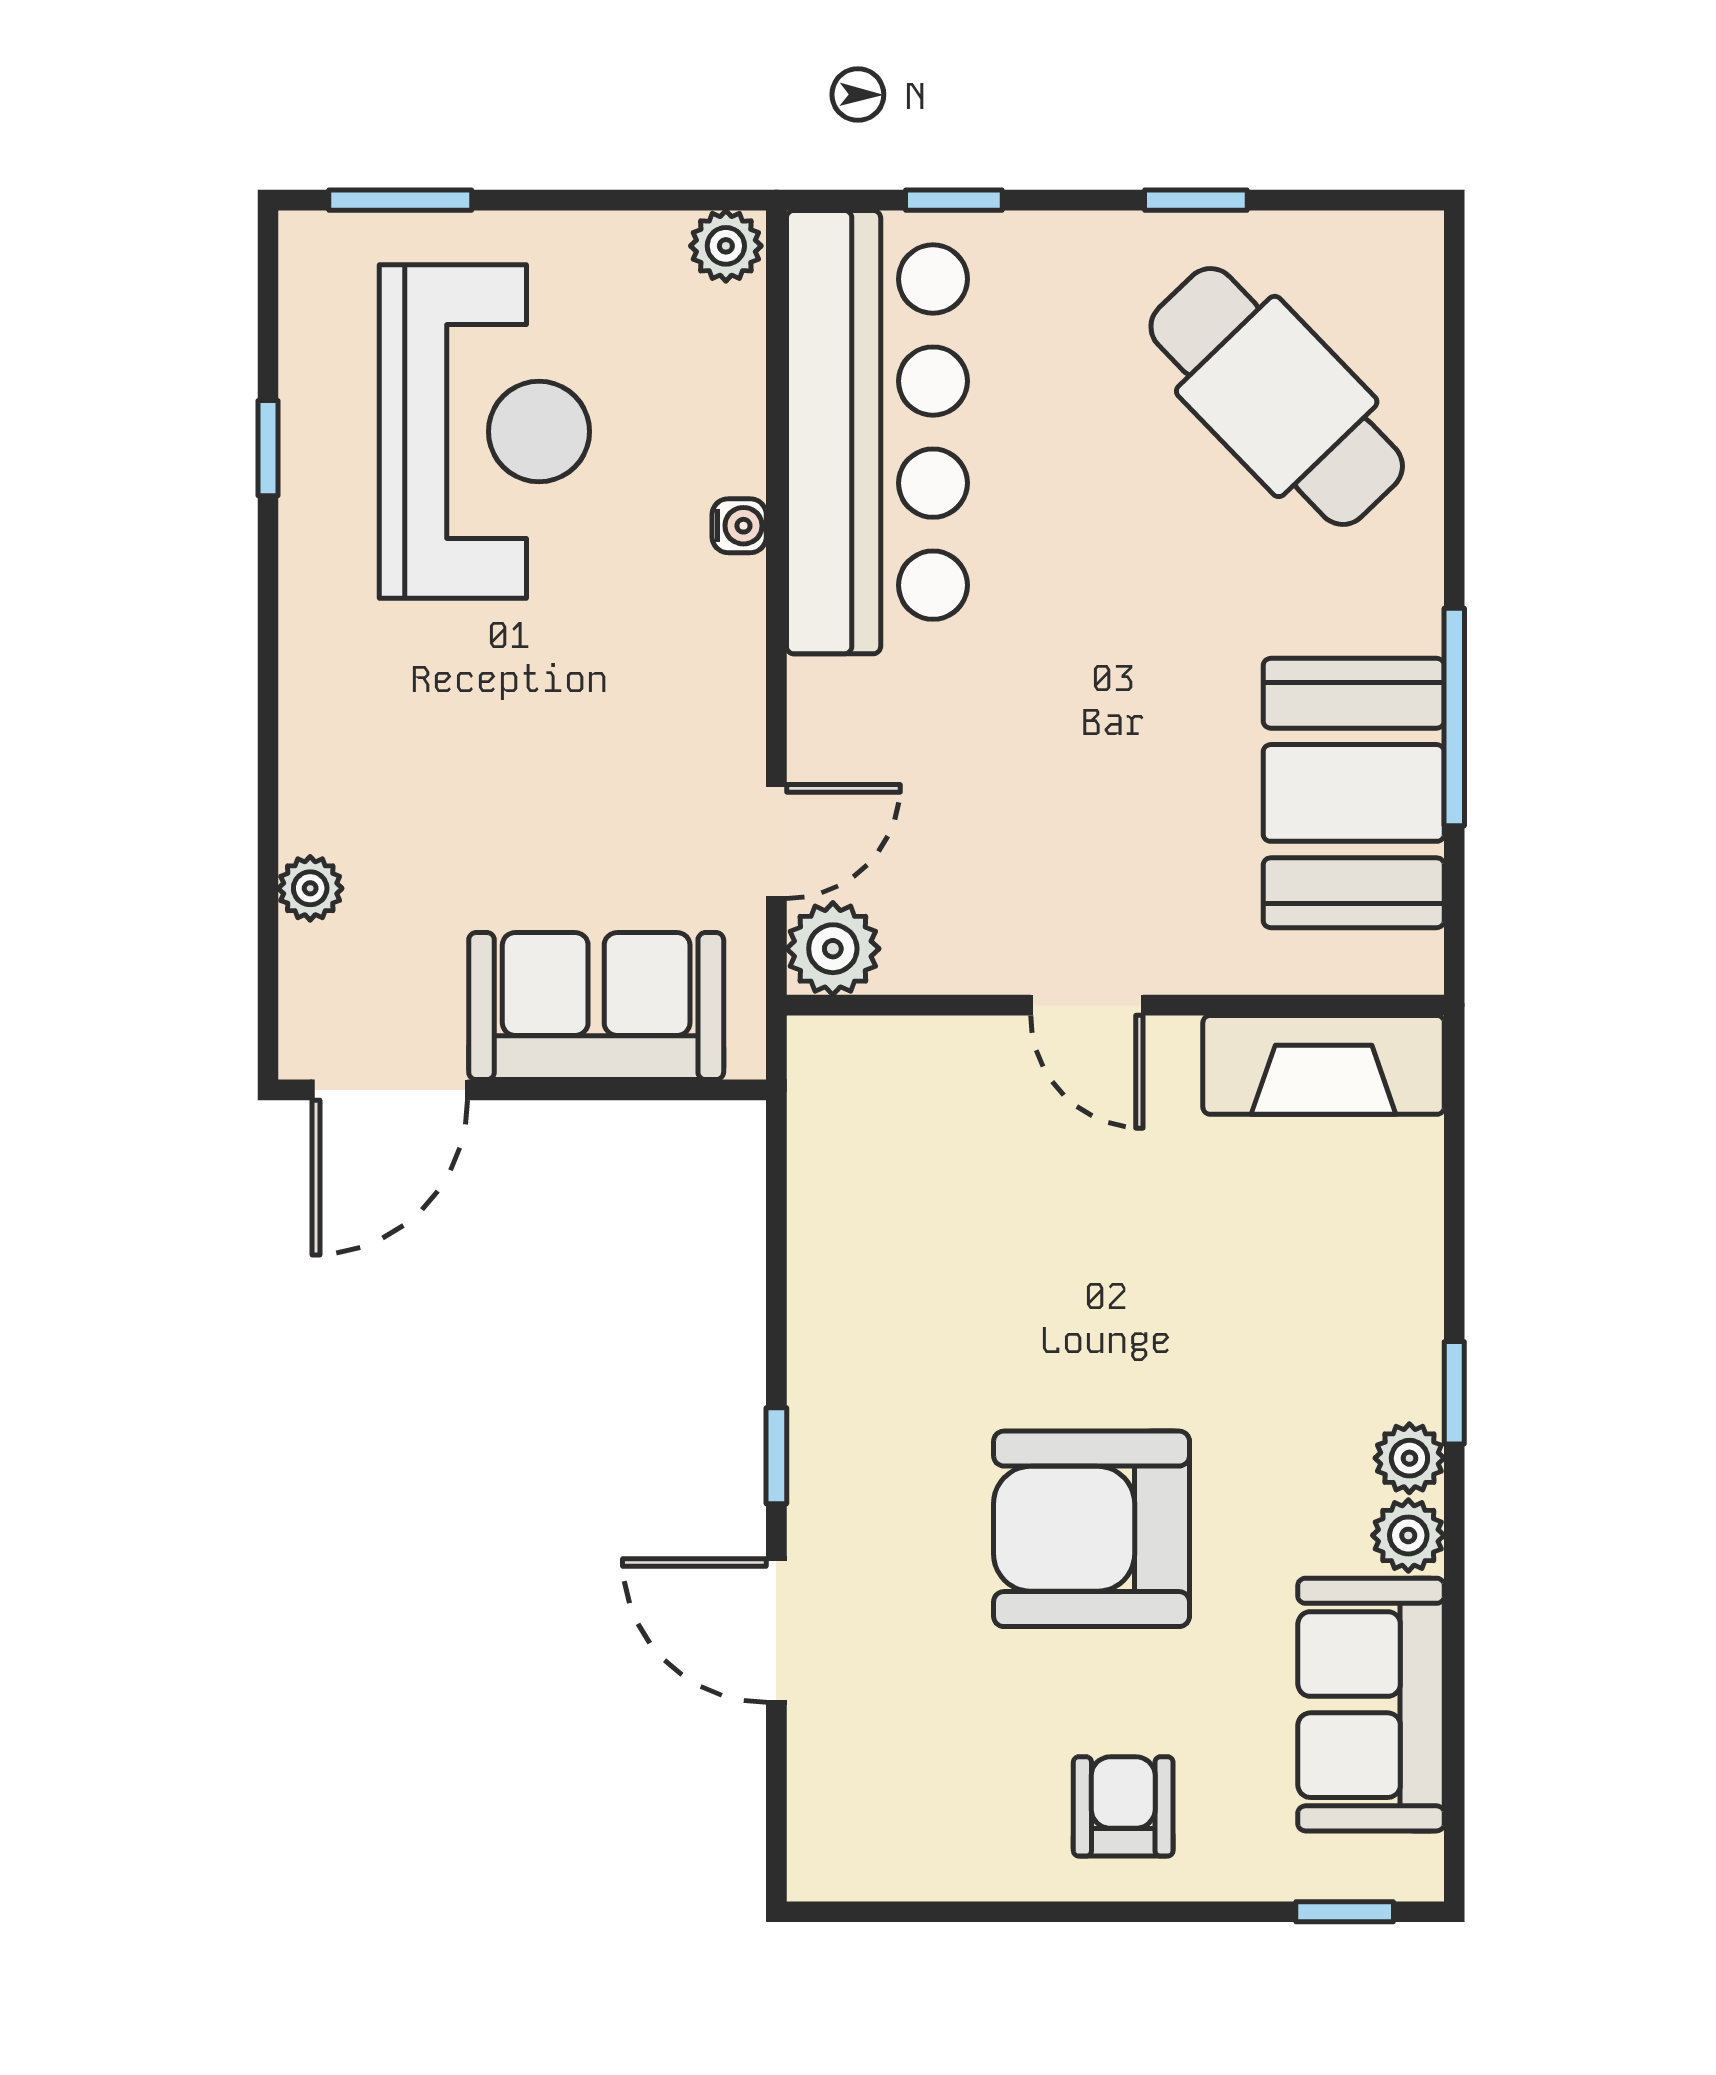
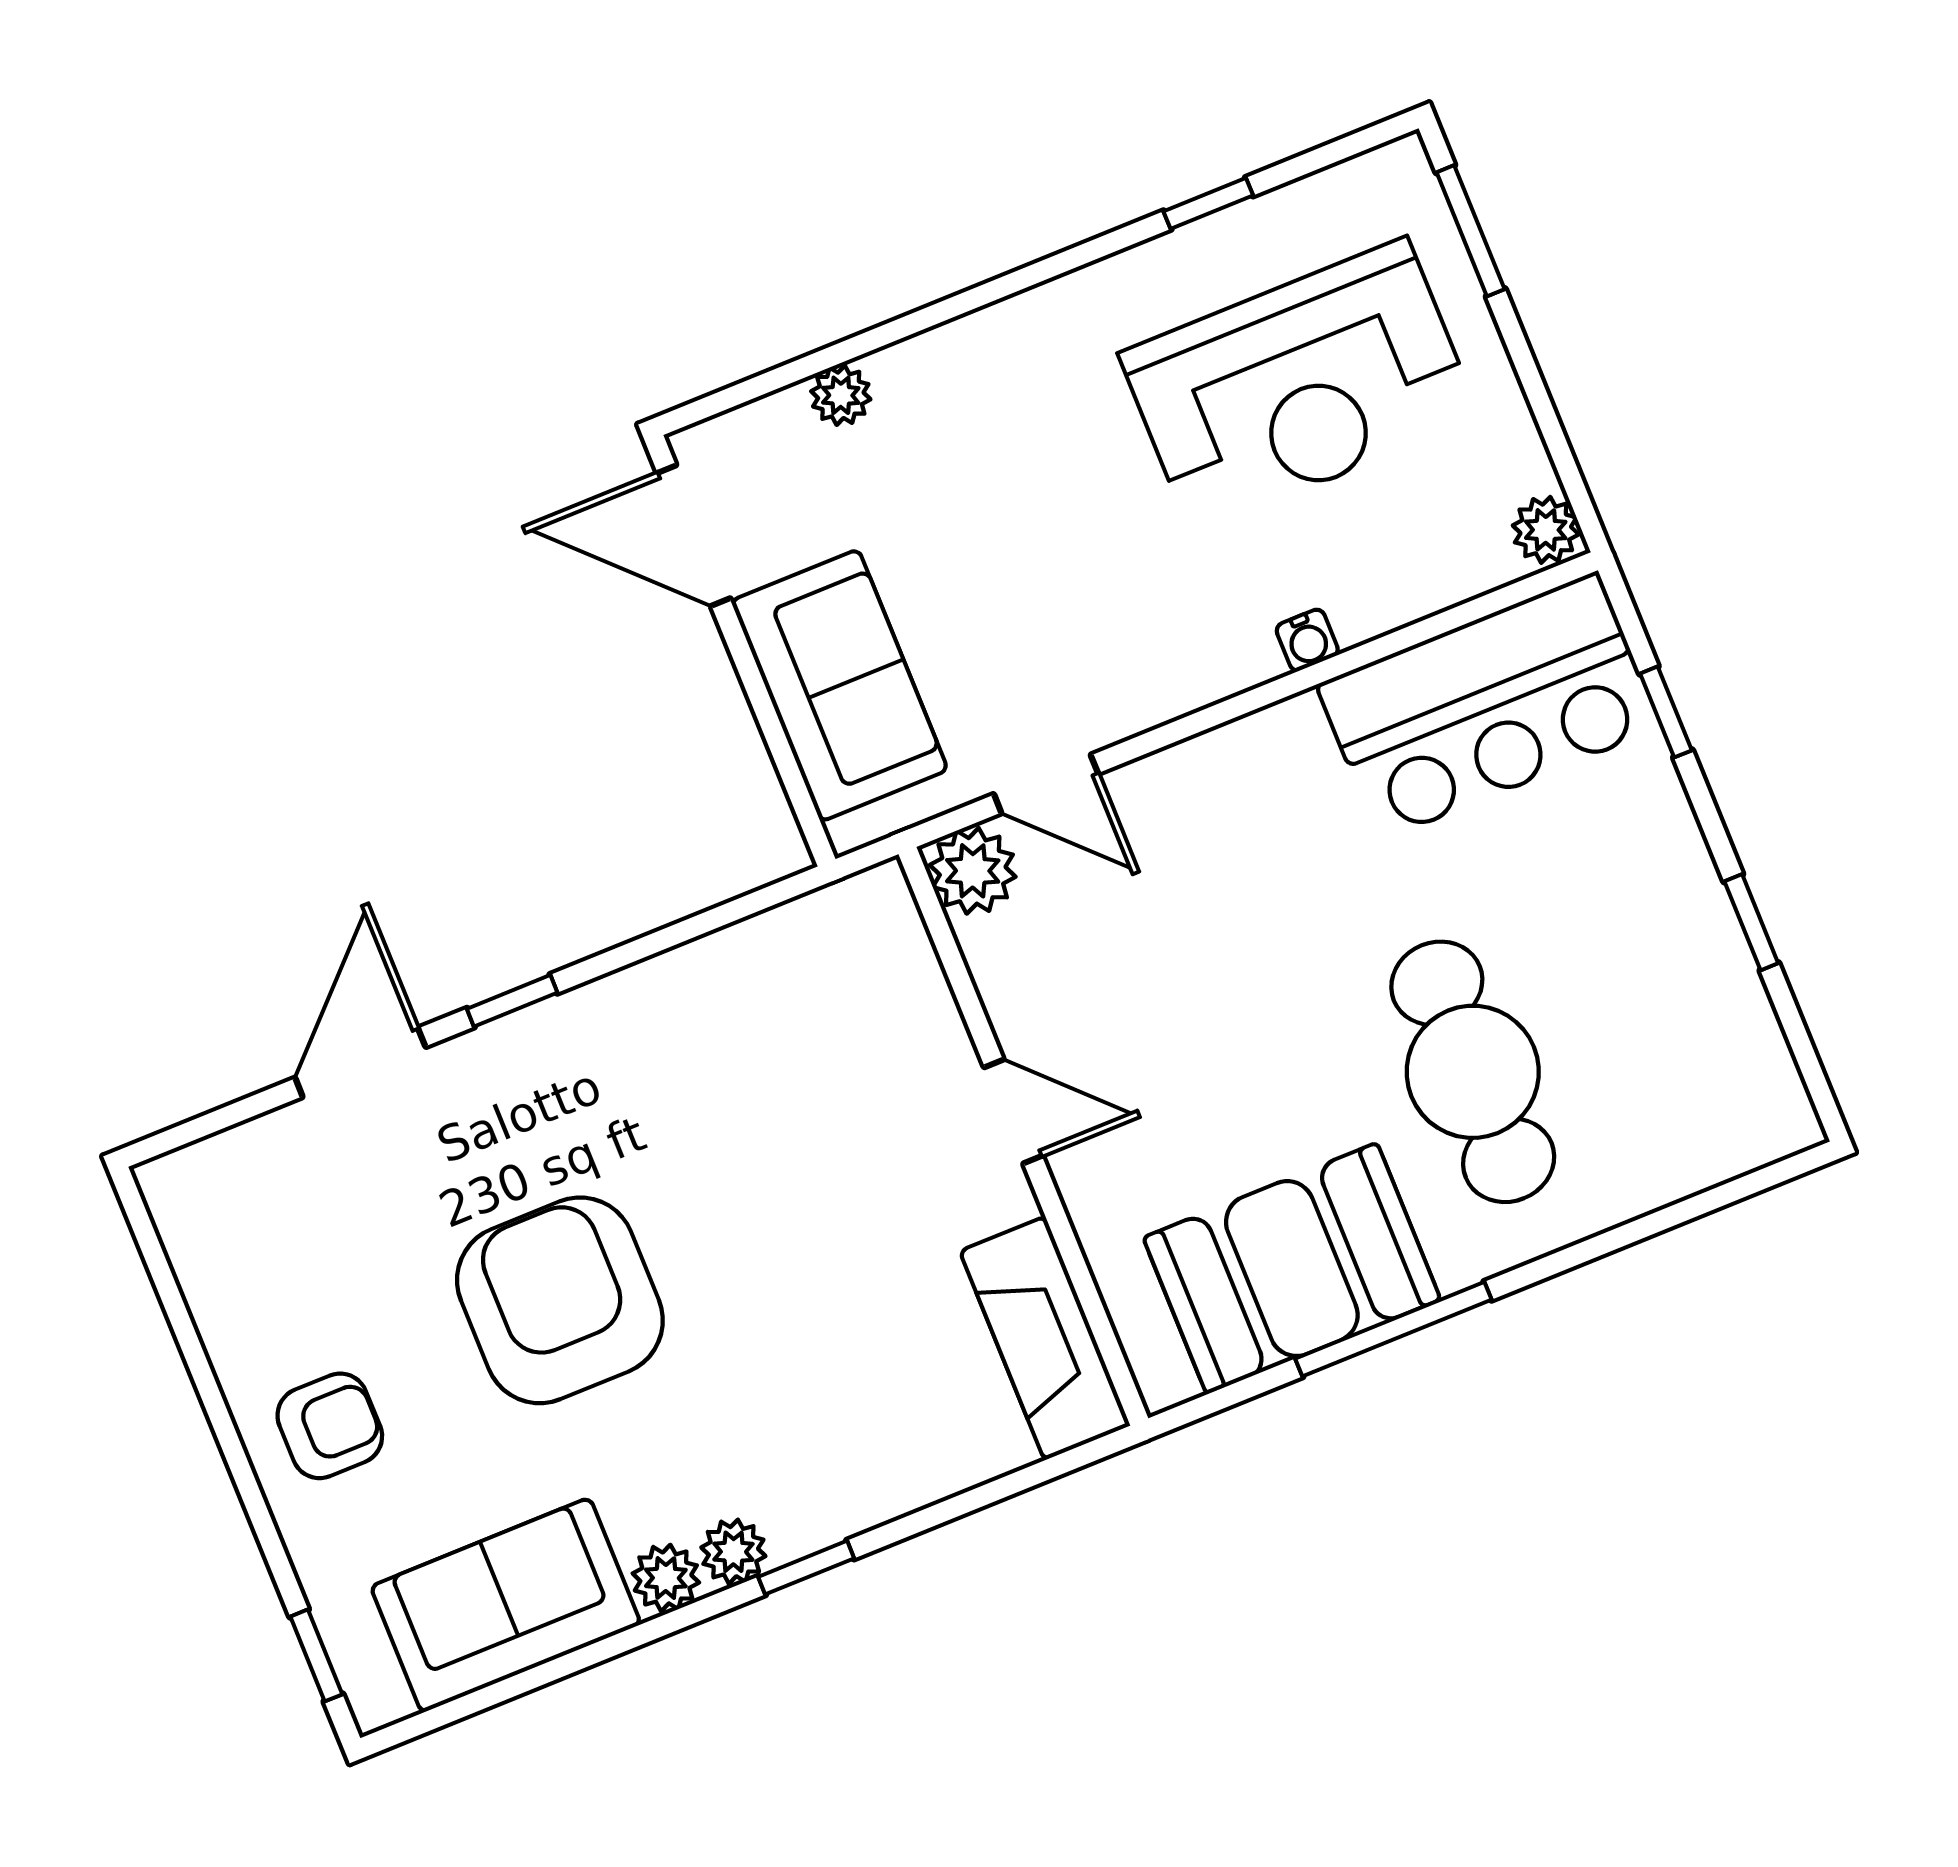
cafe table: (1277, 396) -> (1473, 1072), moved, turned -46
bar counter: (877, 432) -> (1489, 706), width x0.73
door: (1087, 1005) -> (1013, 1112), swing flipped

